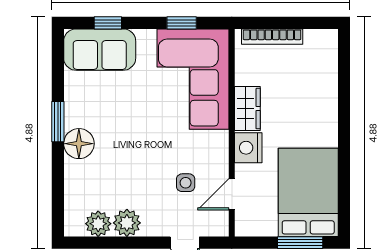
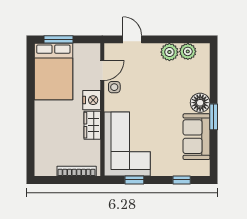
sofa: (100, 50) -> (197, 137), moved, turned -90
side table: (186, 183) -> (114, 87), moved

